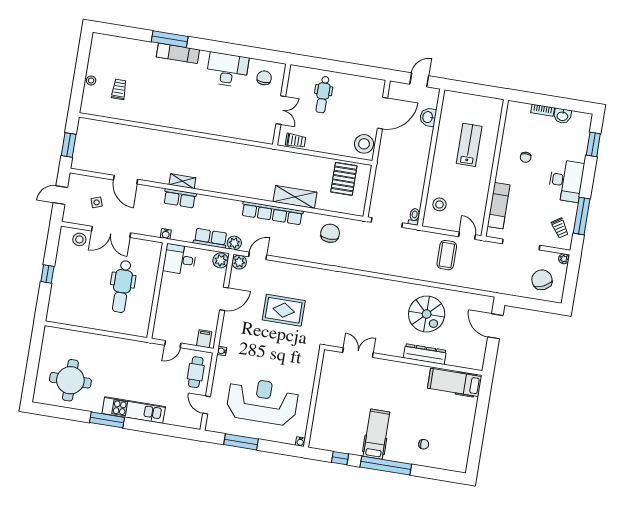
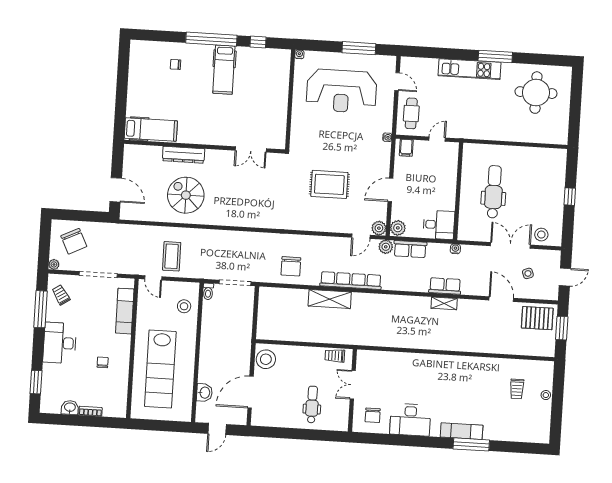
lab bench: (469, 145) -> (160, 369), width x1.86, depth x1.39
pallet: (344, 179) -> (537, 318), moved, turned 90

